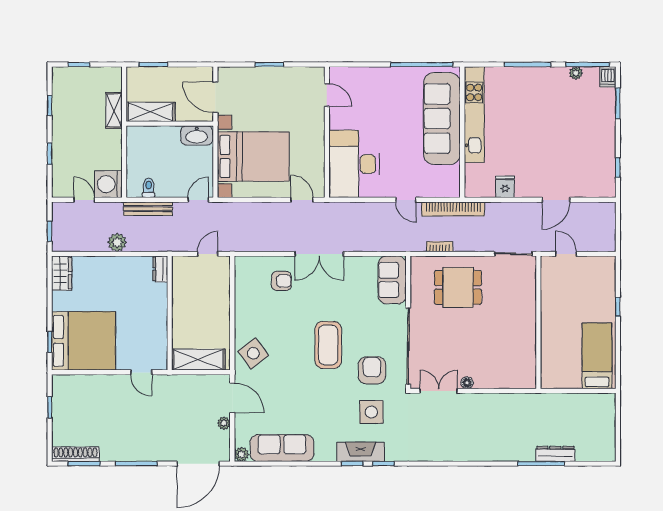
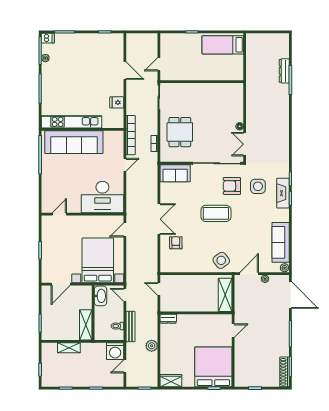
shelving: (150, 112) -> (86, 325), moved
wall: (170, 124) -> (93, 313), moved
washbasin: (197, 135) -> (100, 296), moved

